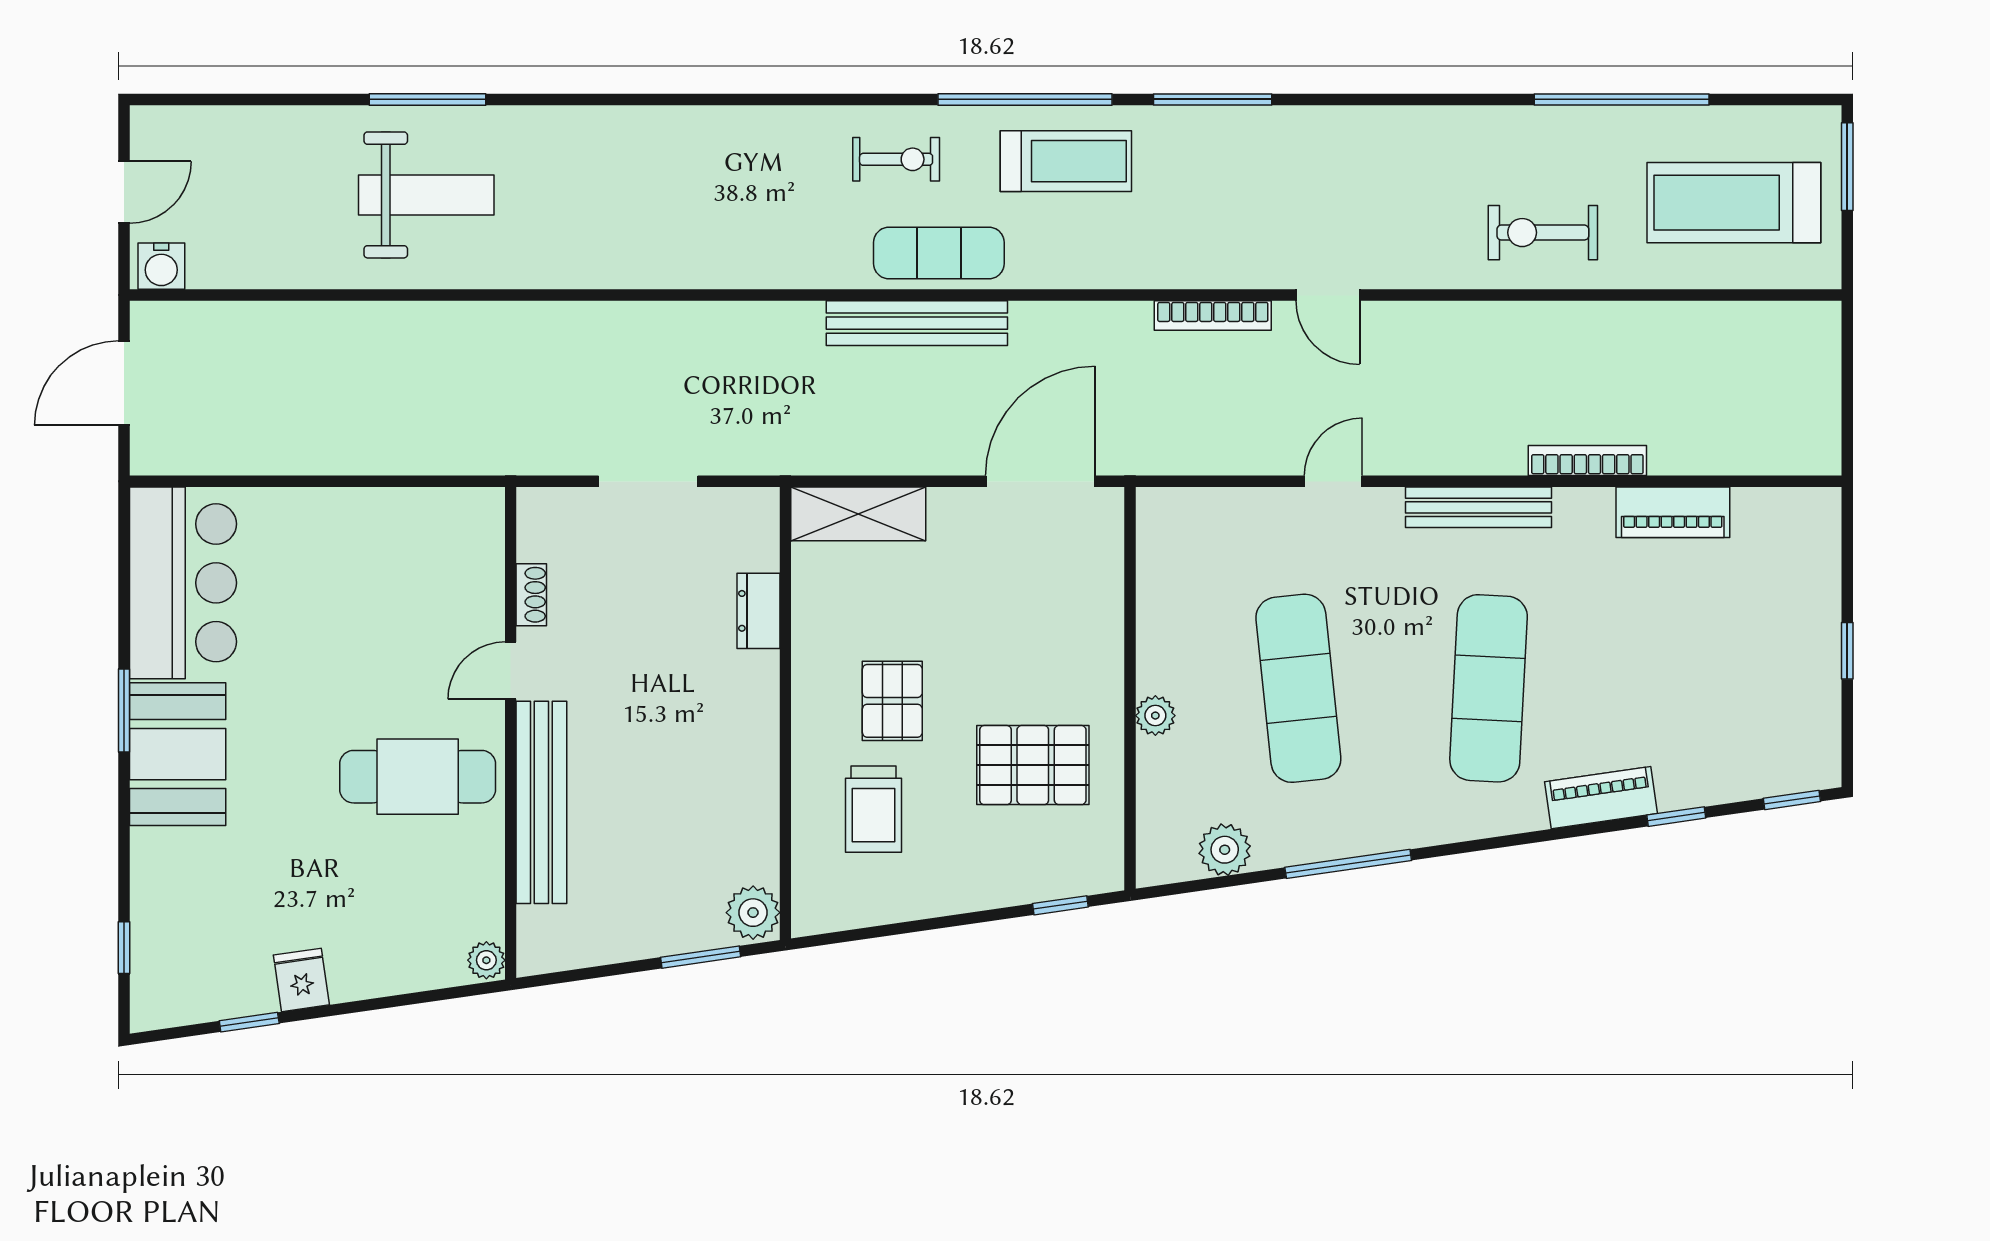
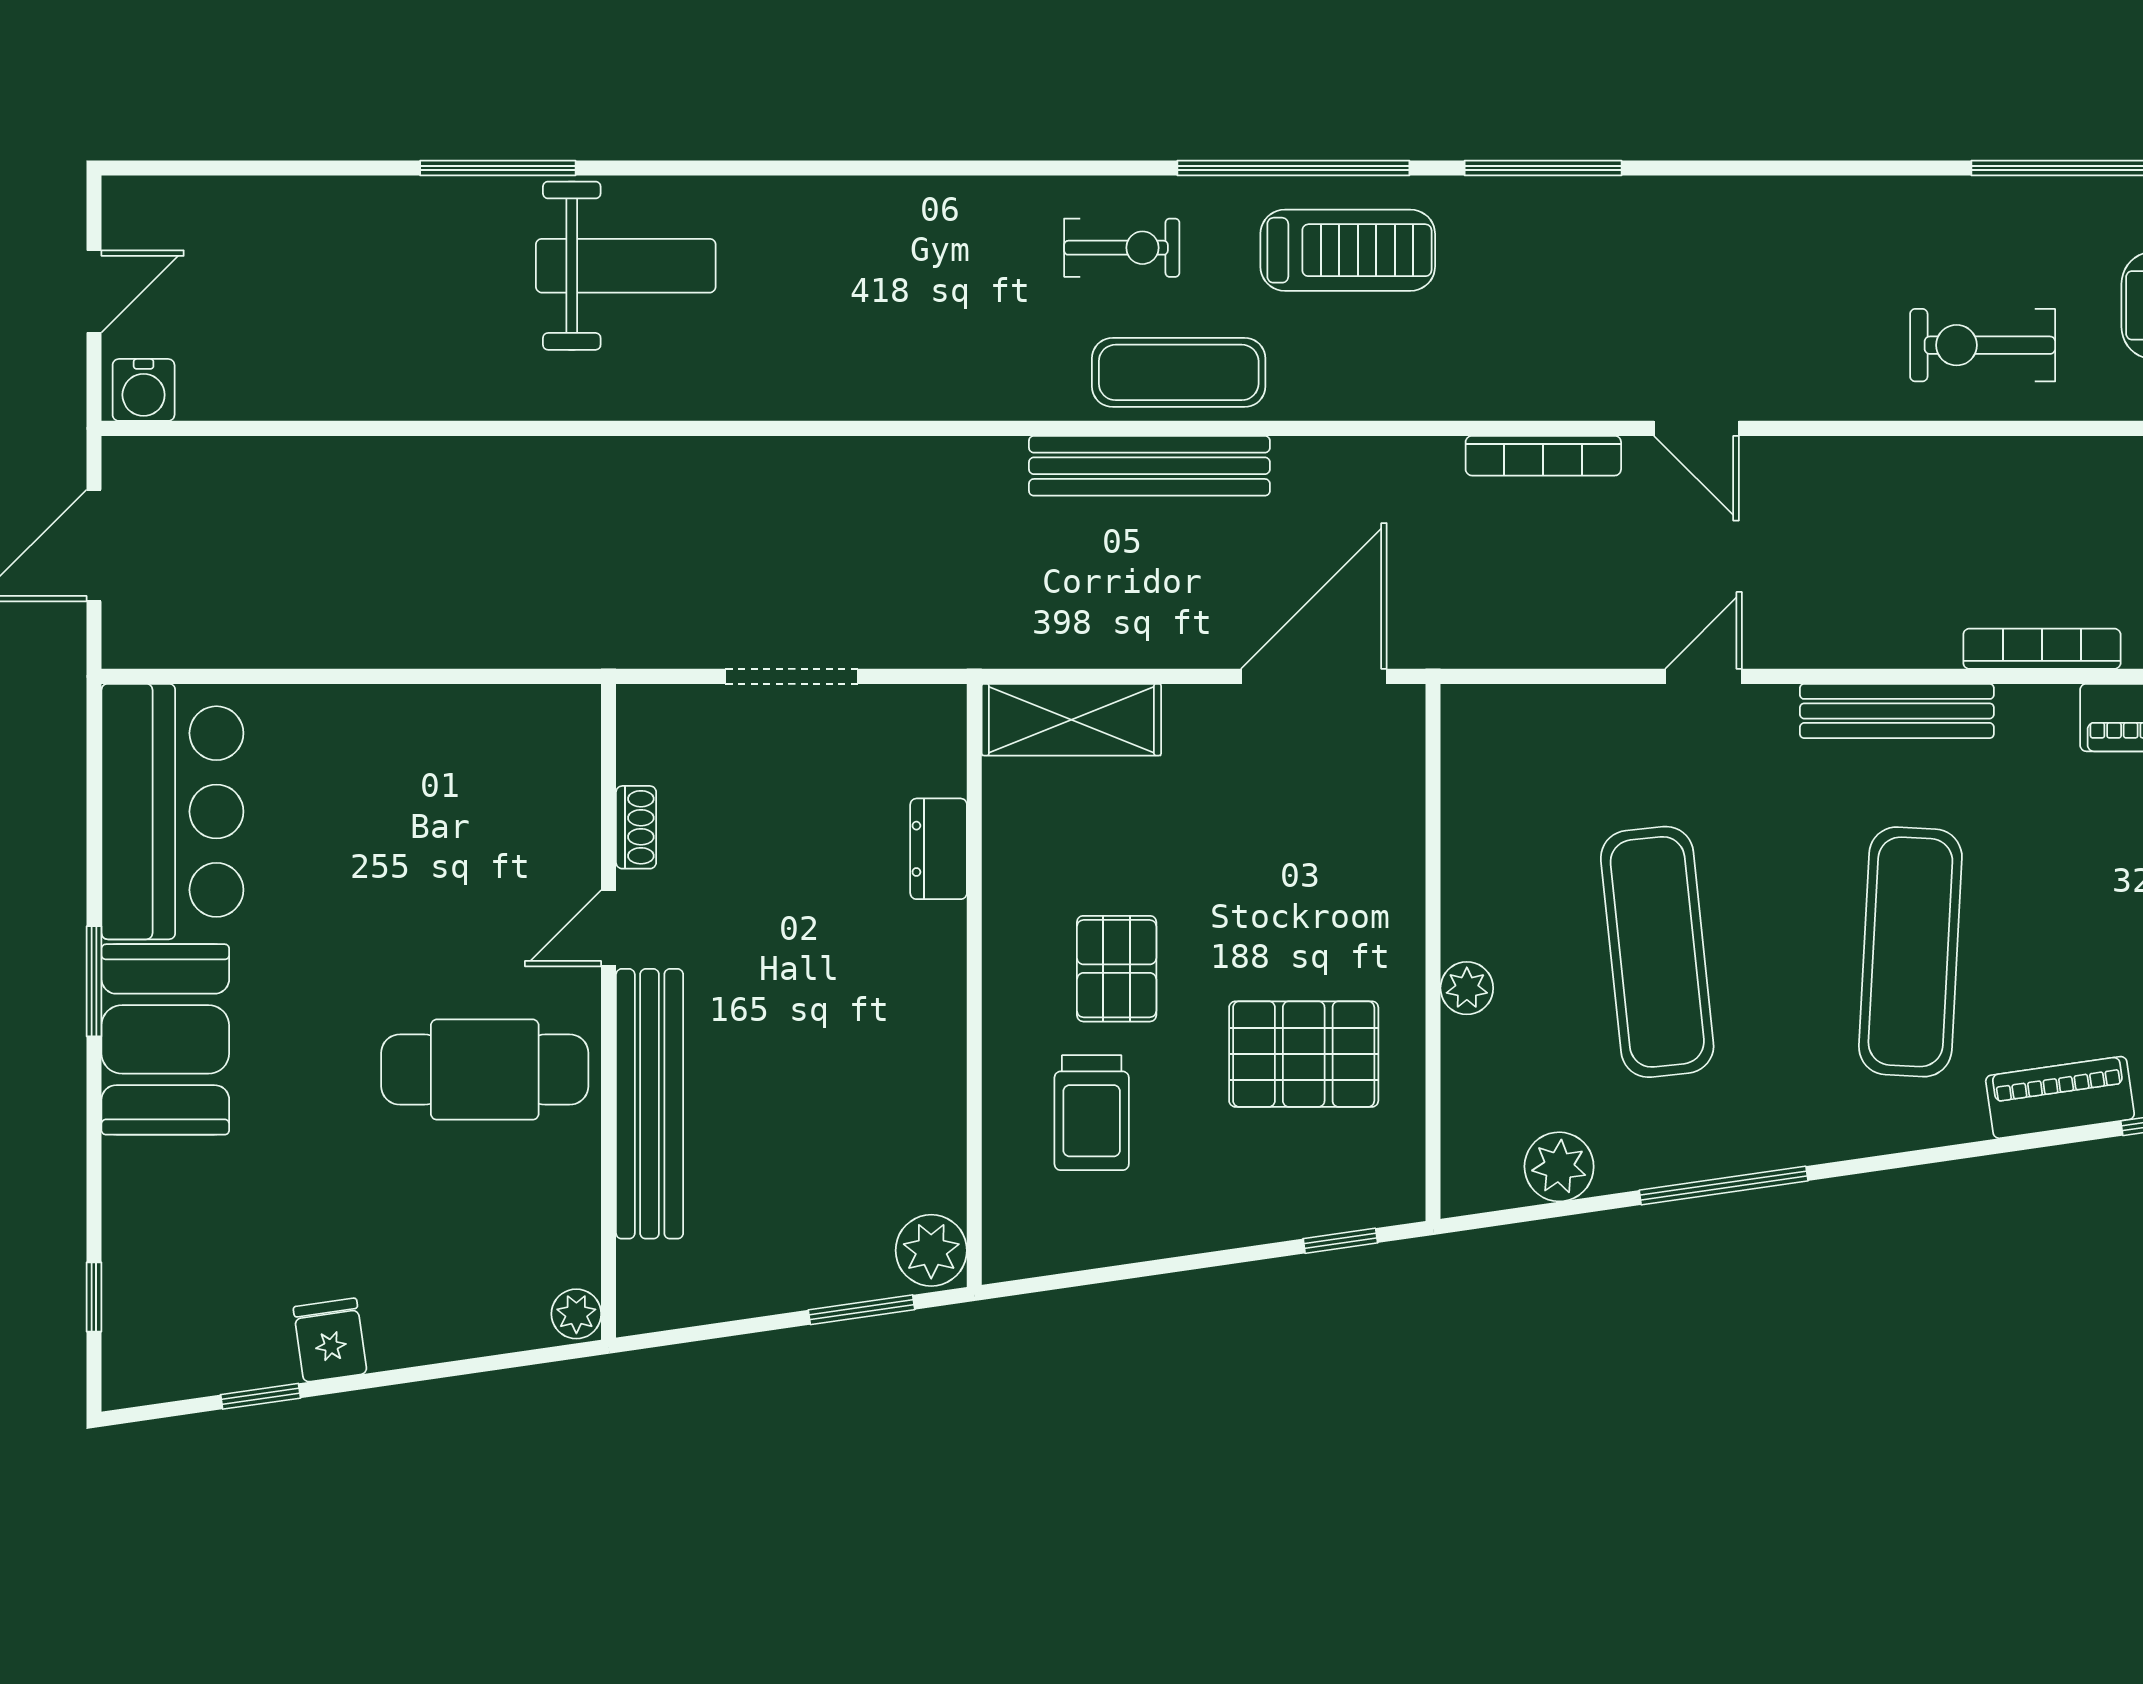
weight bench: (426, 195) -> (626, 266), moved

